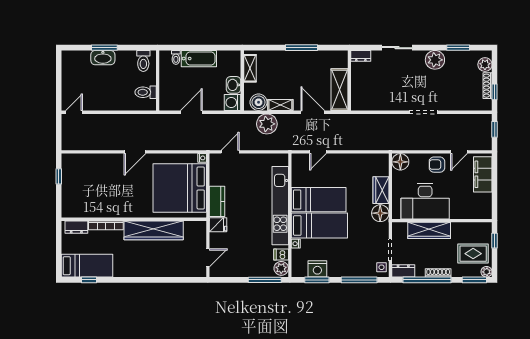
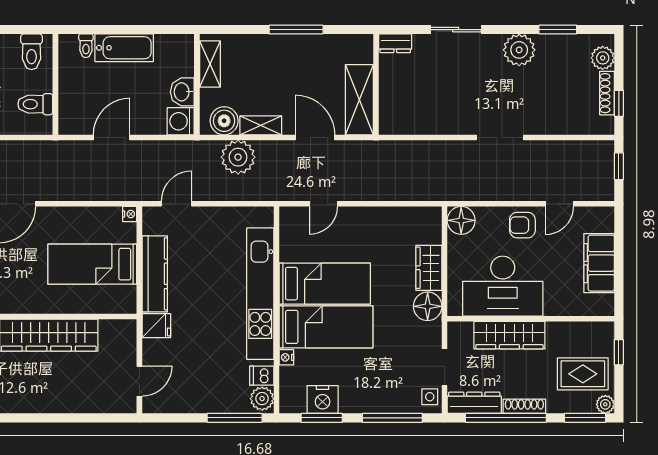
filing cabinet: (483, 174) -> (599, 263), moved
bed: (180, 188) -> (92, 264), width x0.49
kitchen counter: (217, 201) -> (155, 274), width x1.50
dresser: (403, 271) -> (474, 403), width x1.44

